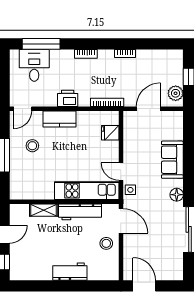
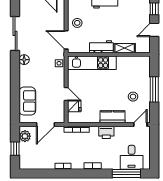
sofa: (172, 160) -> (27, 101), moved
door: (121, 172) -> (66, 94), moved
workbench: (80, 212) -> (101, 47), width x0.73

